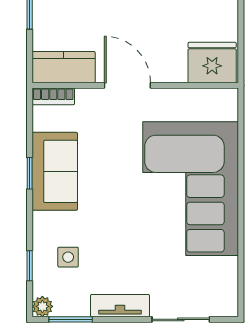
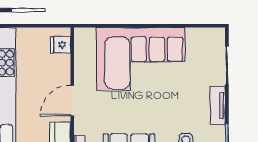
fridge: (212, 62) -> (61, 45), width x0.53, depth x0.75

